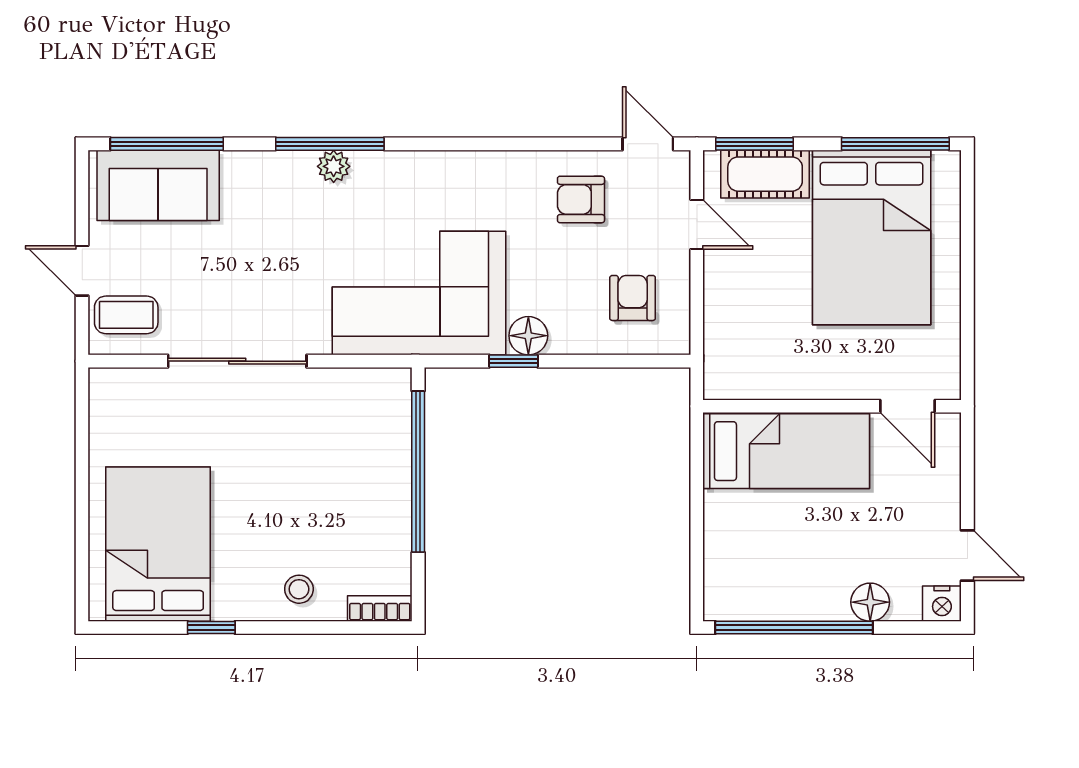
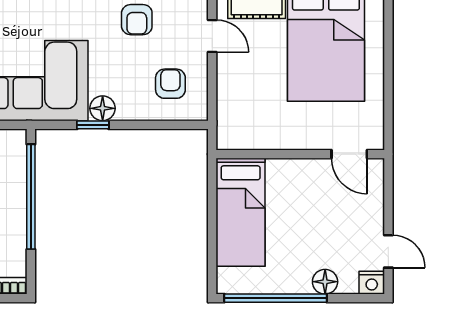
armchair: (581, 199) -> (137, 20), turned -90
bed: (786, 451) -> (241, 212), moved, turned 90

